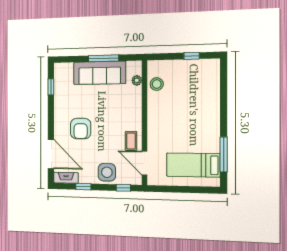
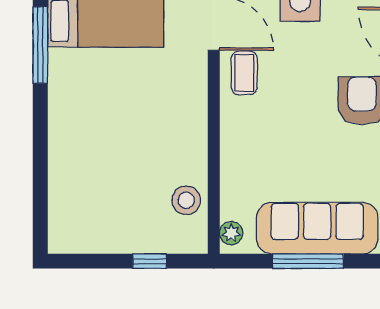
window: (191, 56) -> (150, 261), moved
plant: (137, 80) -> (231, 233), moved

